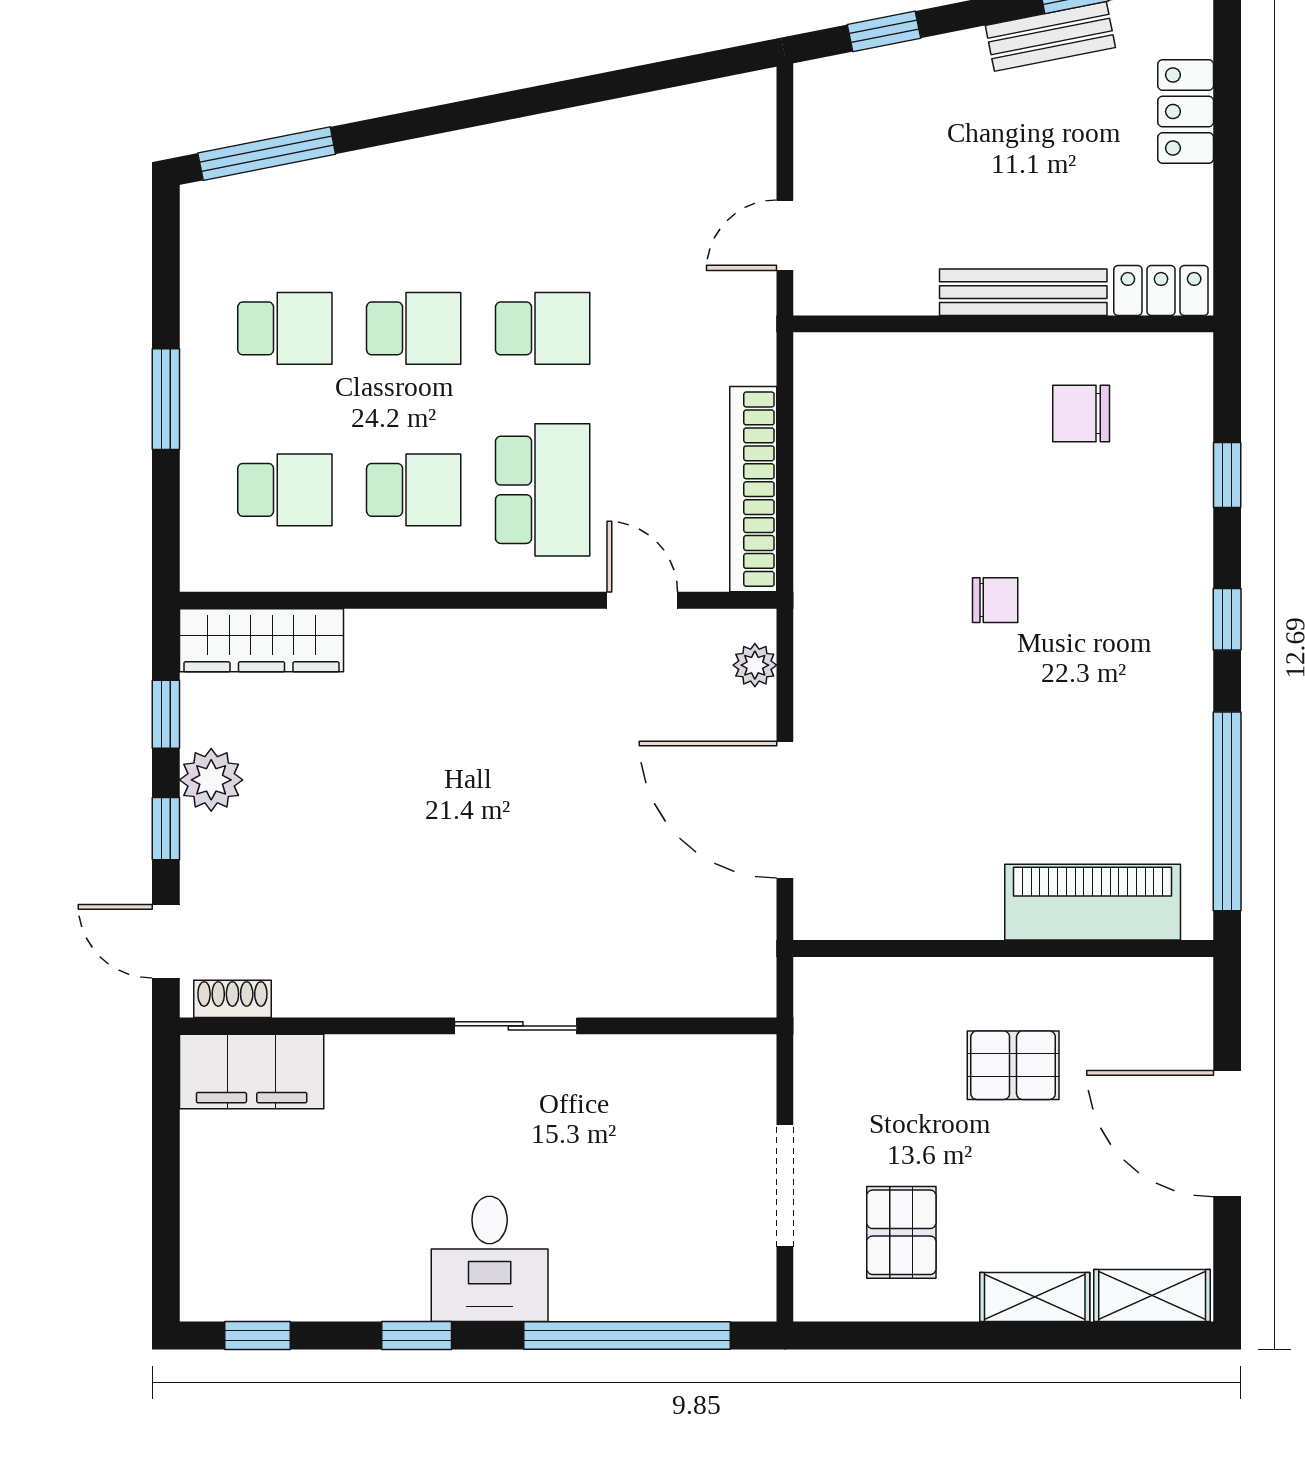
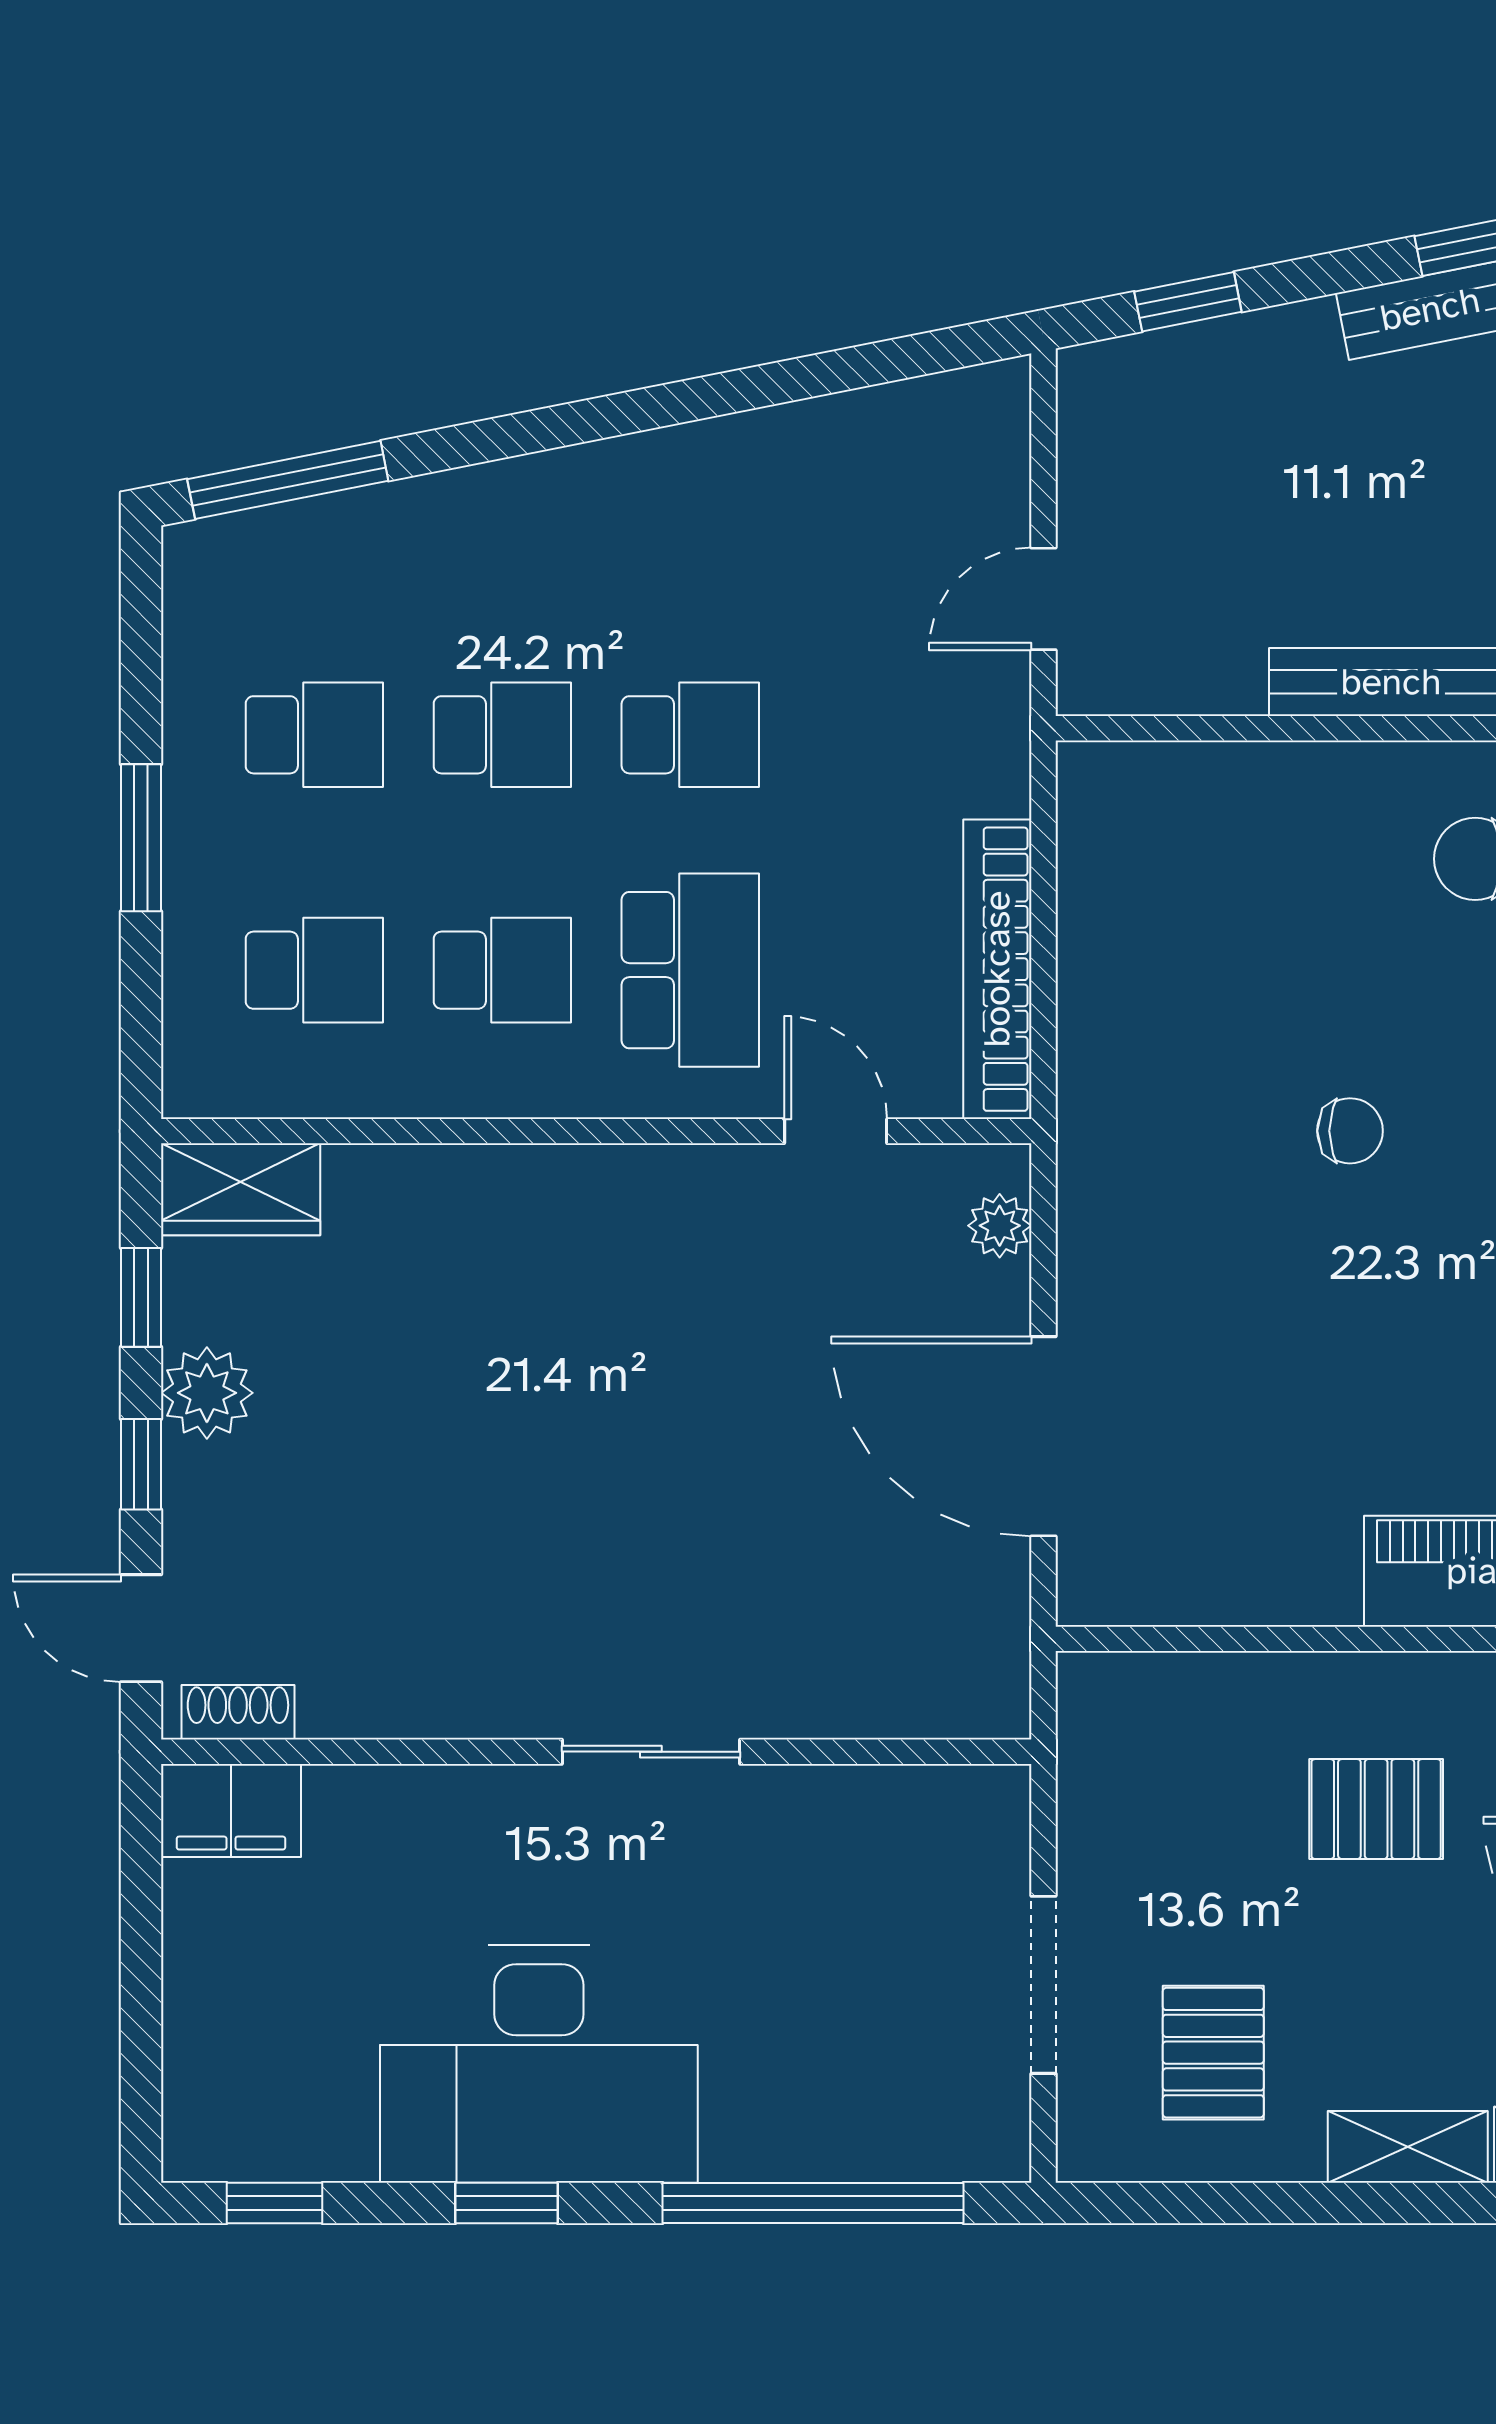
wardrobe: (262, 640) -> (241, 1189), width x0.67
filing cabinet: (252, 1071) -> (231, 1810), width x0.67, depth x0.86
desk: (490, 1259) -> (539, 2064), width x1.87, depth x1.30

